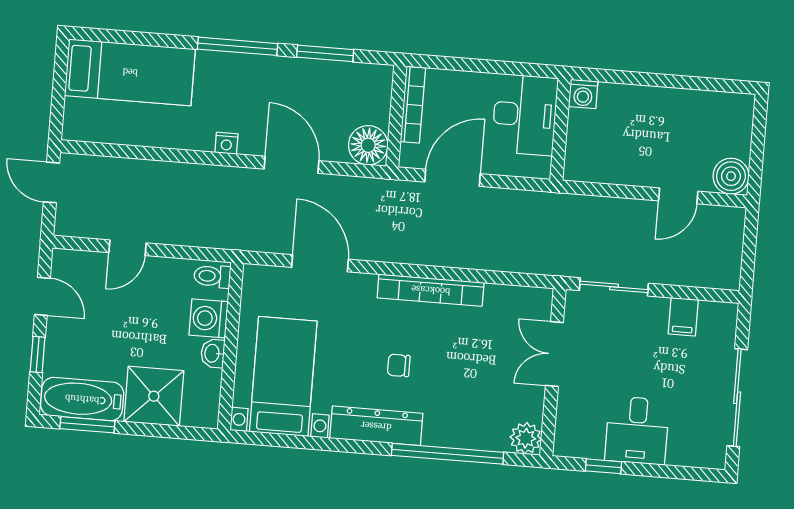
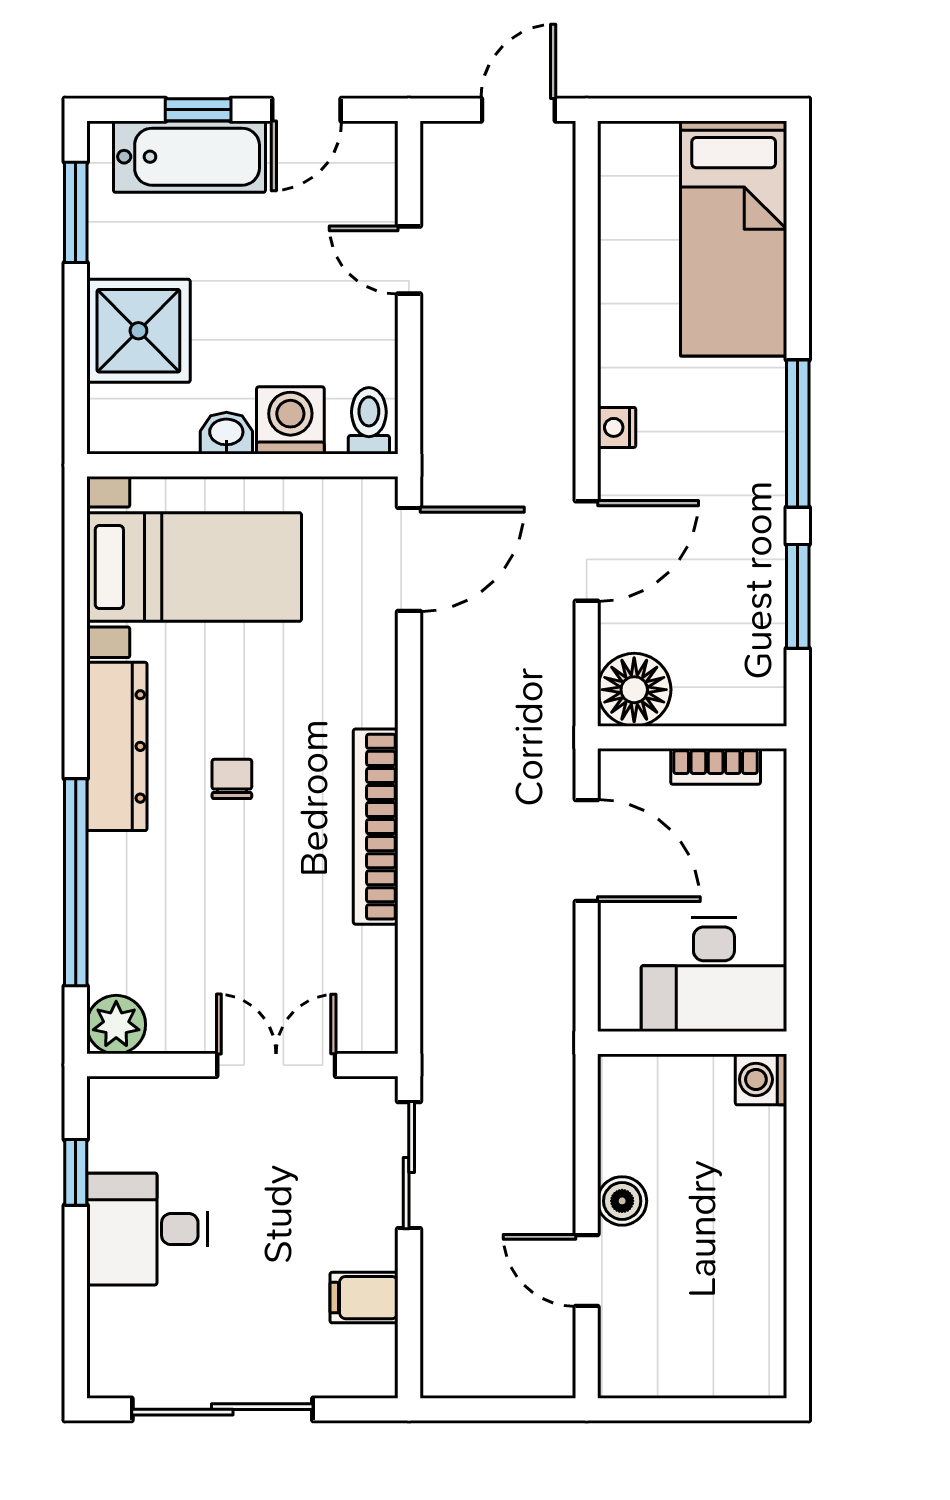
bookcase: (413, 105) -> (716, 766), width x0.64
boiler: (731, 176) -> (622, 1201), moved, width x0.73, depth x0.73
door: (320, 263) -> (409, 559), moved
bathtub: (82, 399) -> (189, 157), moved, turned 90

